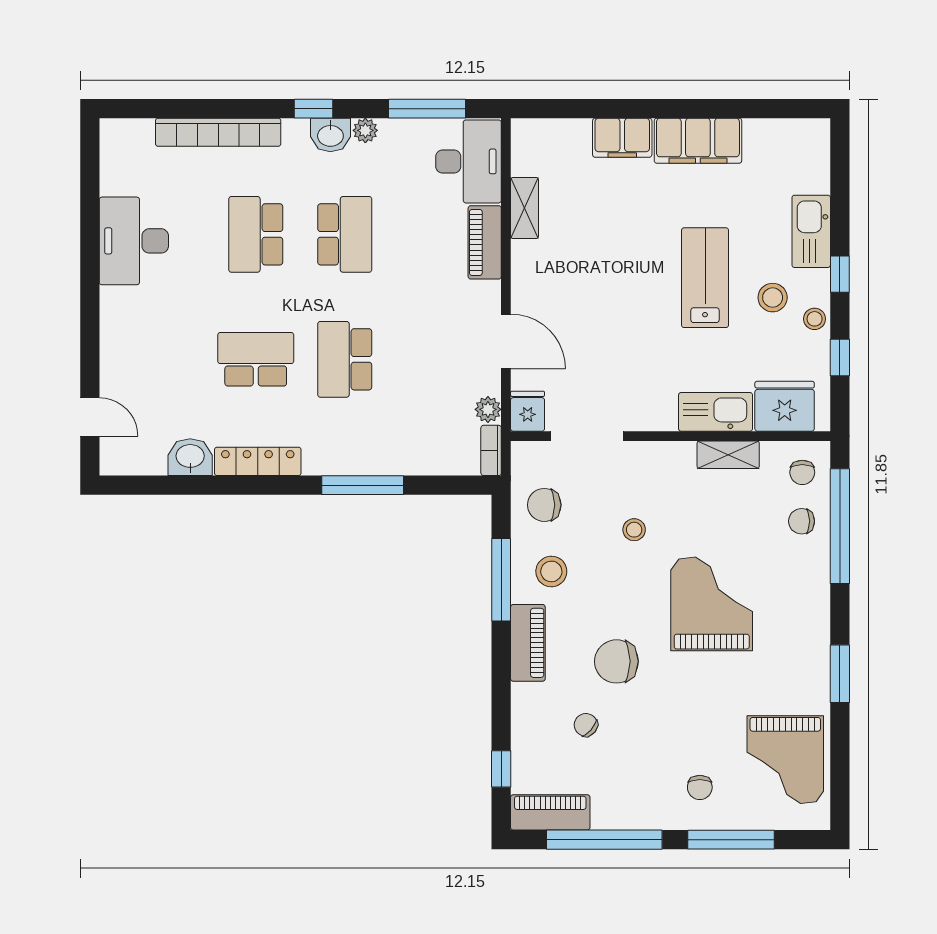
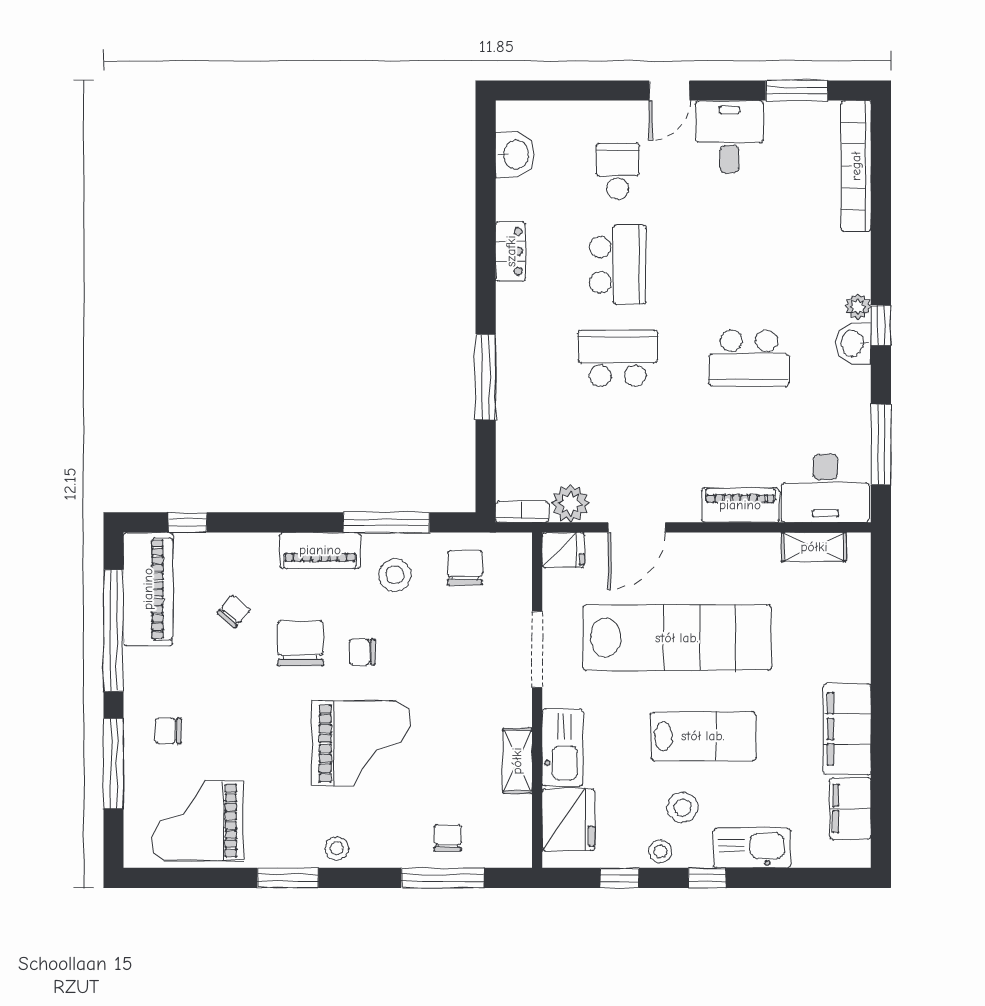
plant: (365, 130) -> (858, 307), moved
bookcase: (218, 132) -> (856, 166), moved
filing cabinet: (622, 138) -> (850, 808), moved
window: (90, 189) -> (797, 91), added
shelving: (524, 208) -> (814, 547), moved
school desk: (256, 234) -> (618, 171), moved, width x0.54
desk: (134, 241) -> (729, 137), width x0.73
lab bench: (611, 303) -> (677, 638), added
plant: (488, 409) -> (570, 503), width x1.38, depth x1.38
door: (90, 417) -> (669, 91), moved
doorway: (587, 436) -> (537, 649), moved
washbasin: (190, 457) -> (515, 155), moved
locker: (258, 461) -> (511, 251), width x0.66
chair: (802, 472) -> (362, 652), moved
window: (840, 526) -> (443, 878), width x0.68
stool: (634, 530) -> (337, 848), moved
piano: (550, 812) -> (148, 589), width x1.37, depth x1.33

